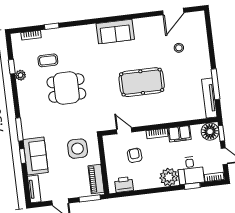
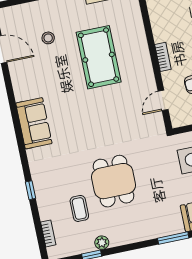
window: (52, 26) -> (31, 190), moved
pool table: (142, 82) -> (99, 57), moved
filing cabinet: (180, 134) -> (161, 27), removed

